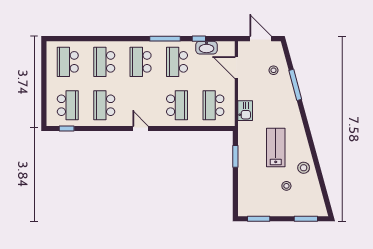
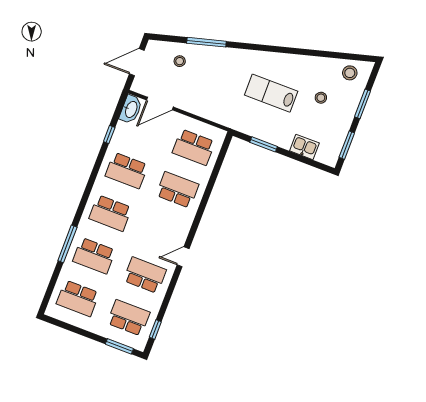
window: (165, 39) -> (67, 244), moved
washbasin: (206, 48) -> (131, 109), moved
school desk: (104, 105) -> (145, 275), turned 180
window: (44, 106) -> (119, 346), added
kitchen sink: (245, 111) -> (304, 147), moved
door: (140, 128) -> (183, 257), moved
stool: (304, 168) -> (350, 73), moved
window: (306, 219) -> (363, 104), moved

